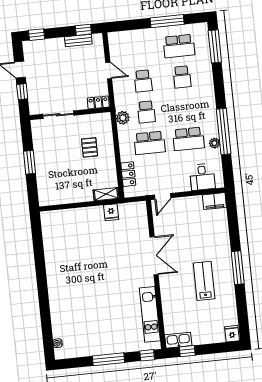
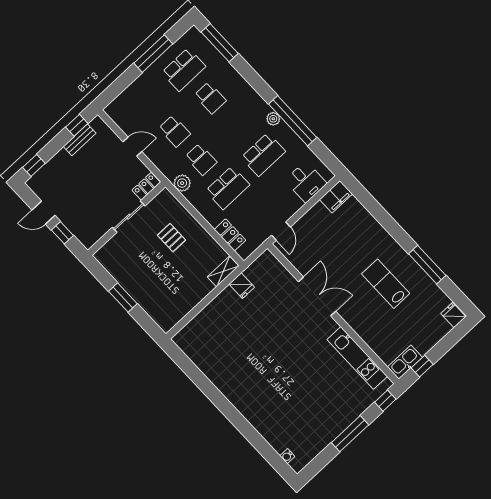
sliding door: (58, 115) -> (129, 217), moved
plant: (214, 143) -> (273, 119), moved
window: (238, 268) -> (427, 265), moved

